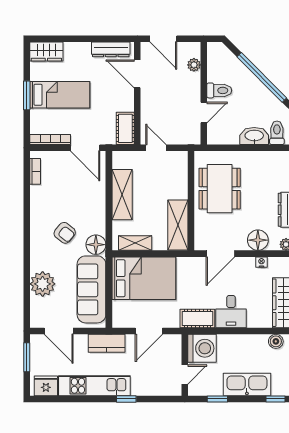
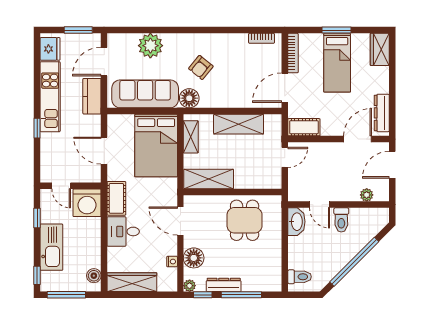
washbasin: (254, 136) -> (296, 222), moved
dining table: (220, 189) -> (245, 220), width x0.73
kitchen counter: (107, 343) -> (92, 96), moved

